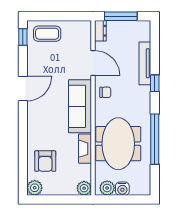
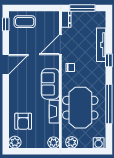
door: (93, 63) -> (60, 45), swing flipped
sofa: (80, 106) -> (50, 84), width x0.73
water cooler: (122, 189) -> (99, 143), moved

